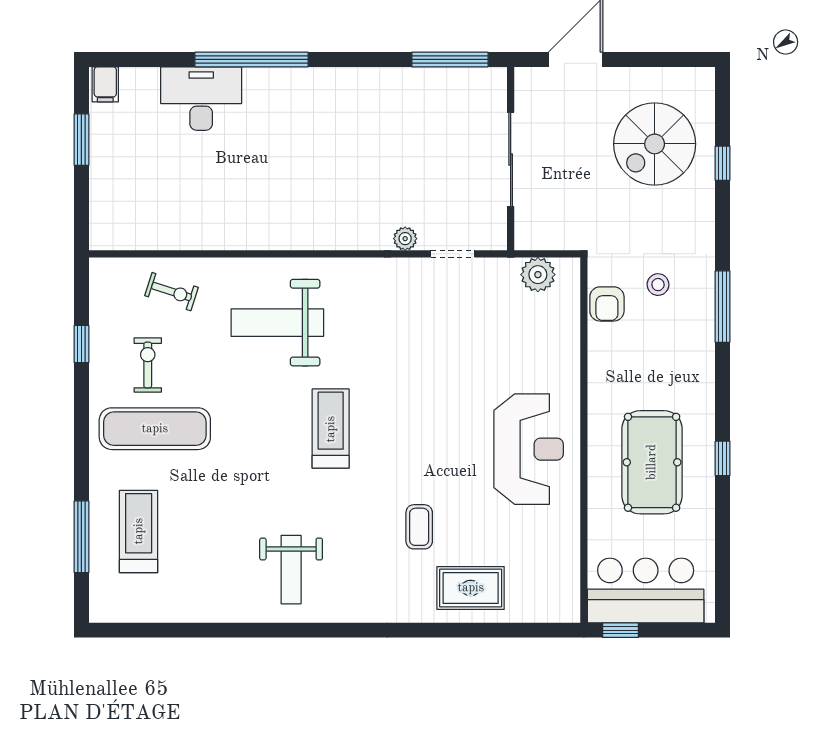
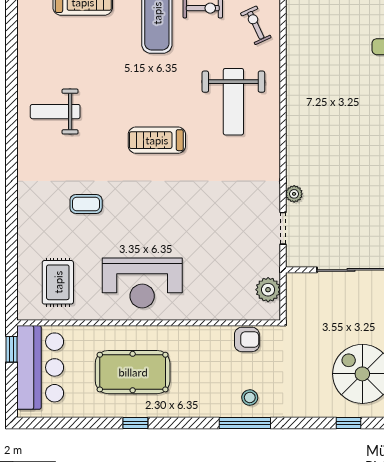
stool: (658, 285) -> (250, 398), moved
exercise bike: (172, 292) -> (256, 25), turned 137
armchair: (607, 304) -> (247, 339), turned 180
weight bench: (277, 323) -> (233, 102), turned 180
treadmill: (331, 429) -> (157, 140), turned 180
rug: (471, 588) -> (58, 282), moved

